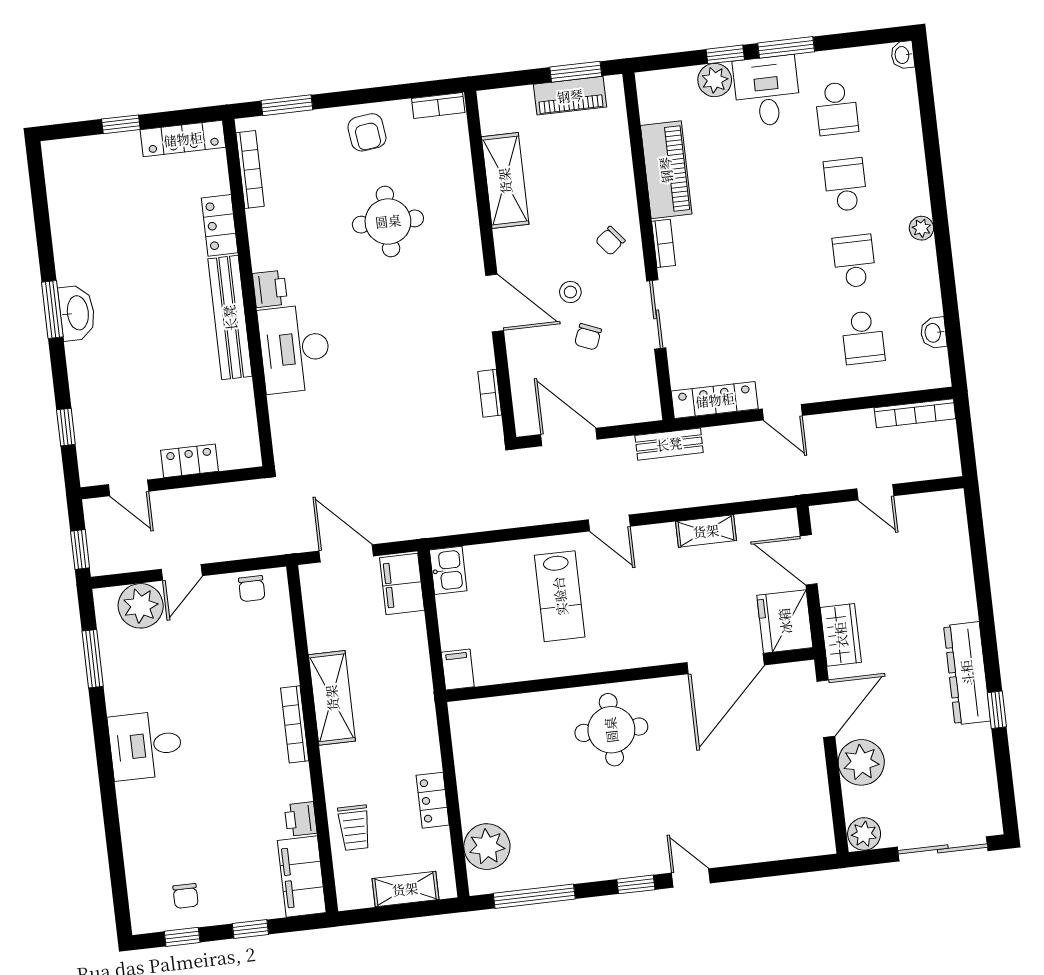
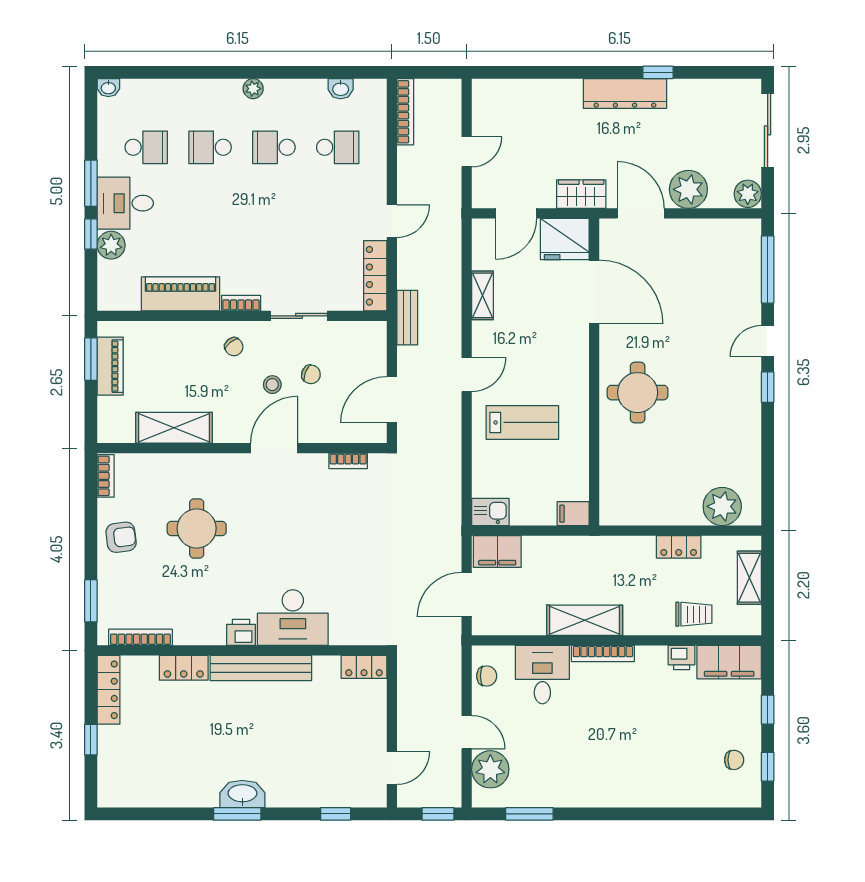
locker: (189, 461) -> (364, 667), moved, turned -90
desk: (146, 745) -> (542, 675), moved, turned 180
window: (534, 896) -> (768, 269), moved

